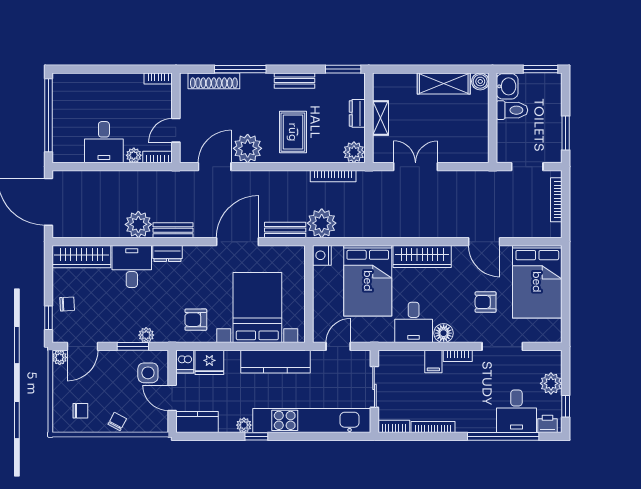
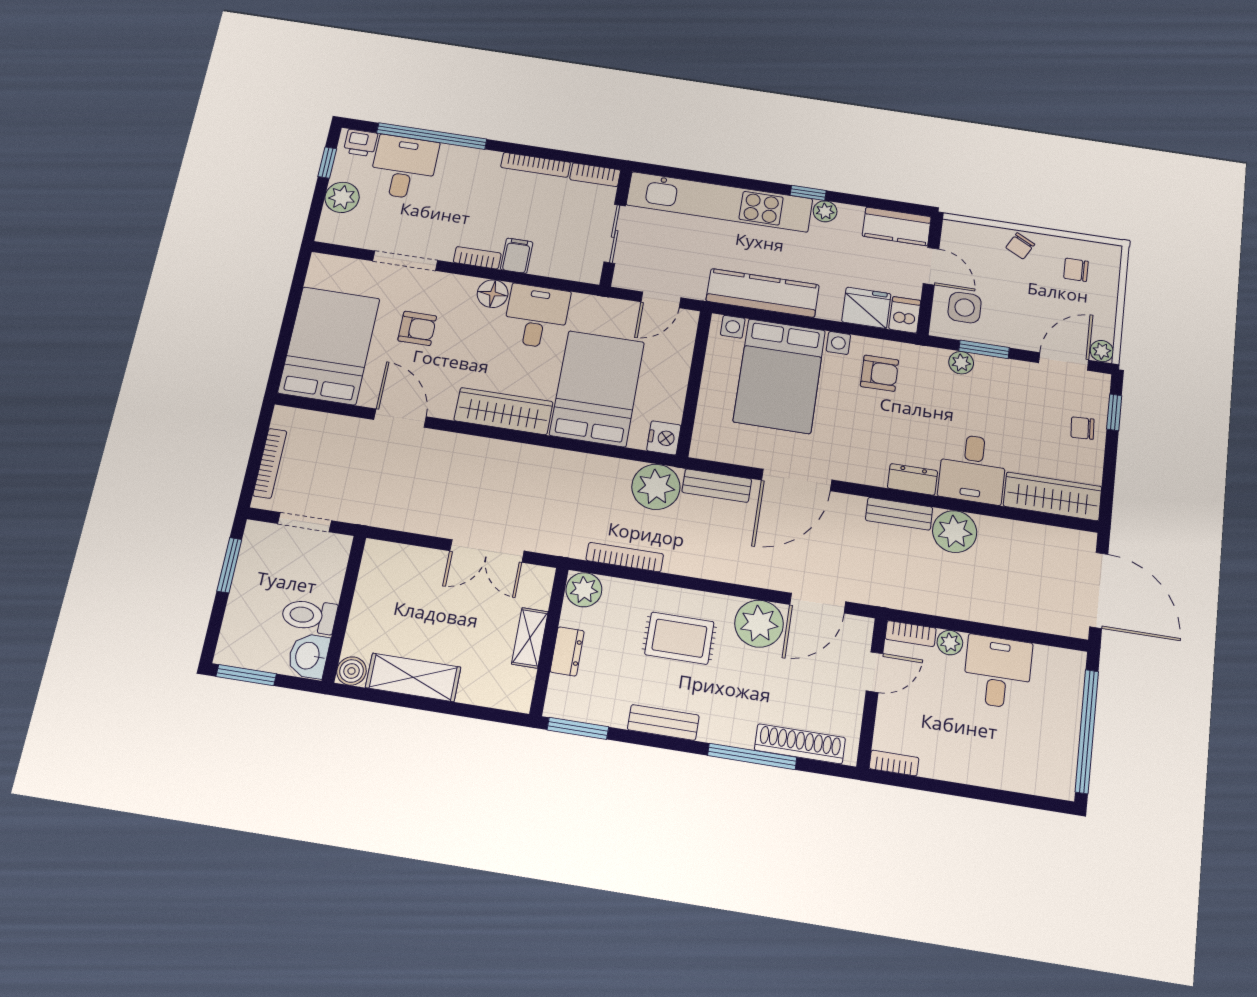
rug: (293, 132) -> (679, 638), turned 90

